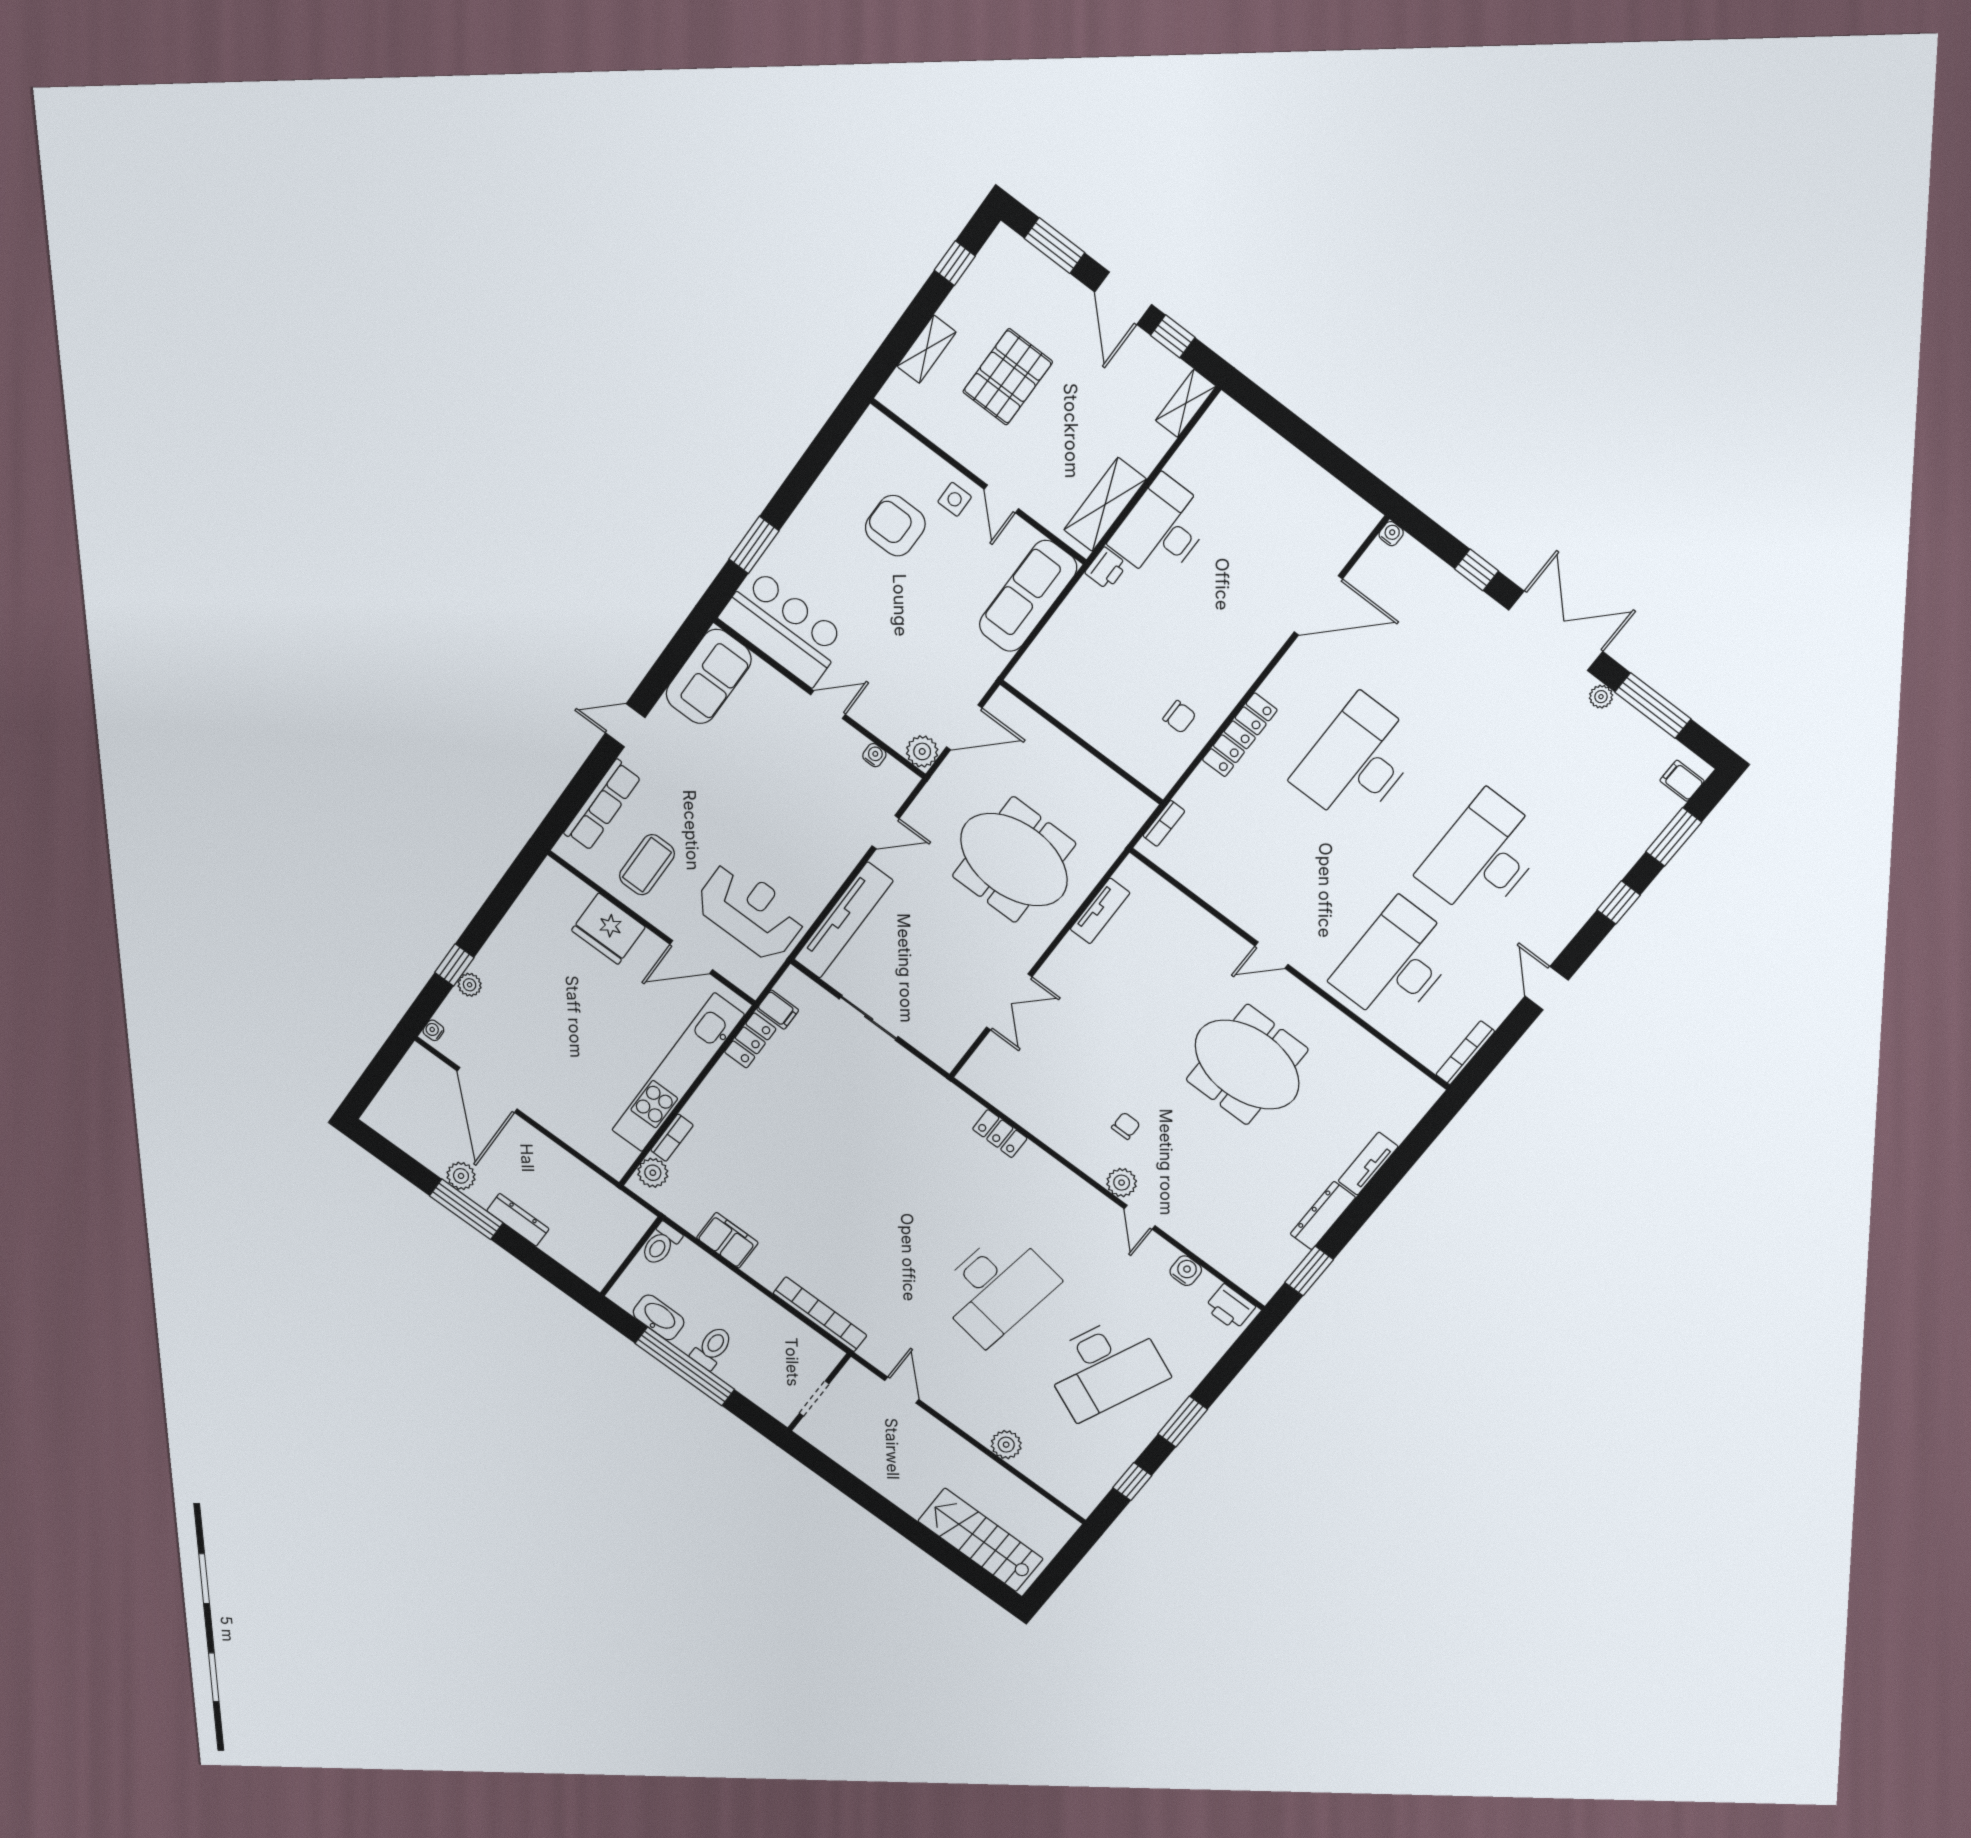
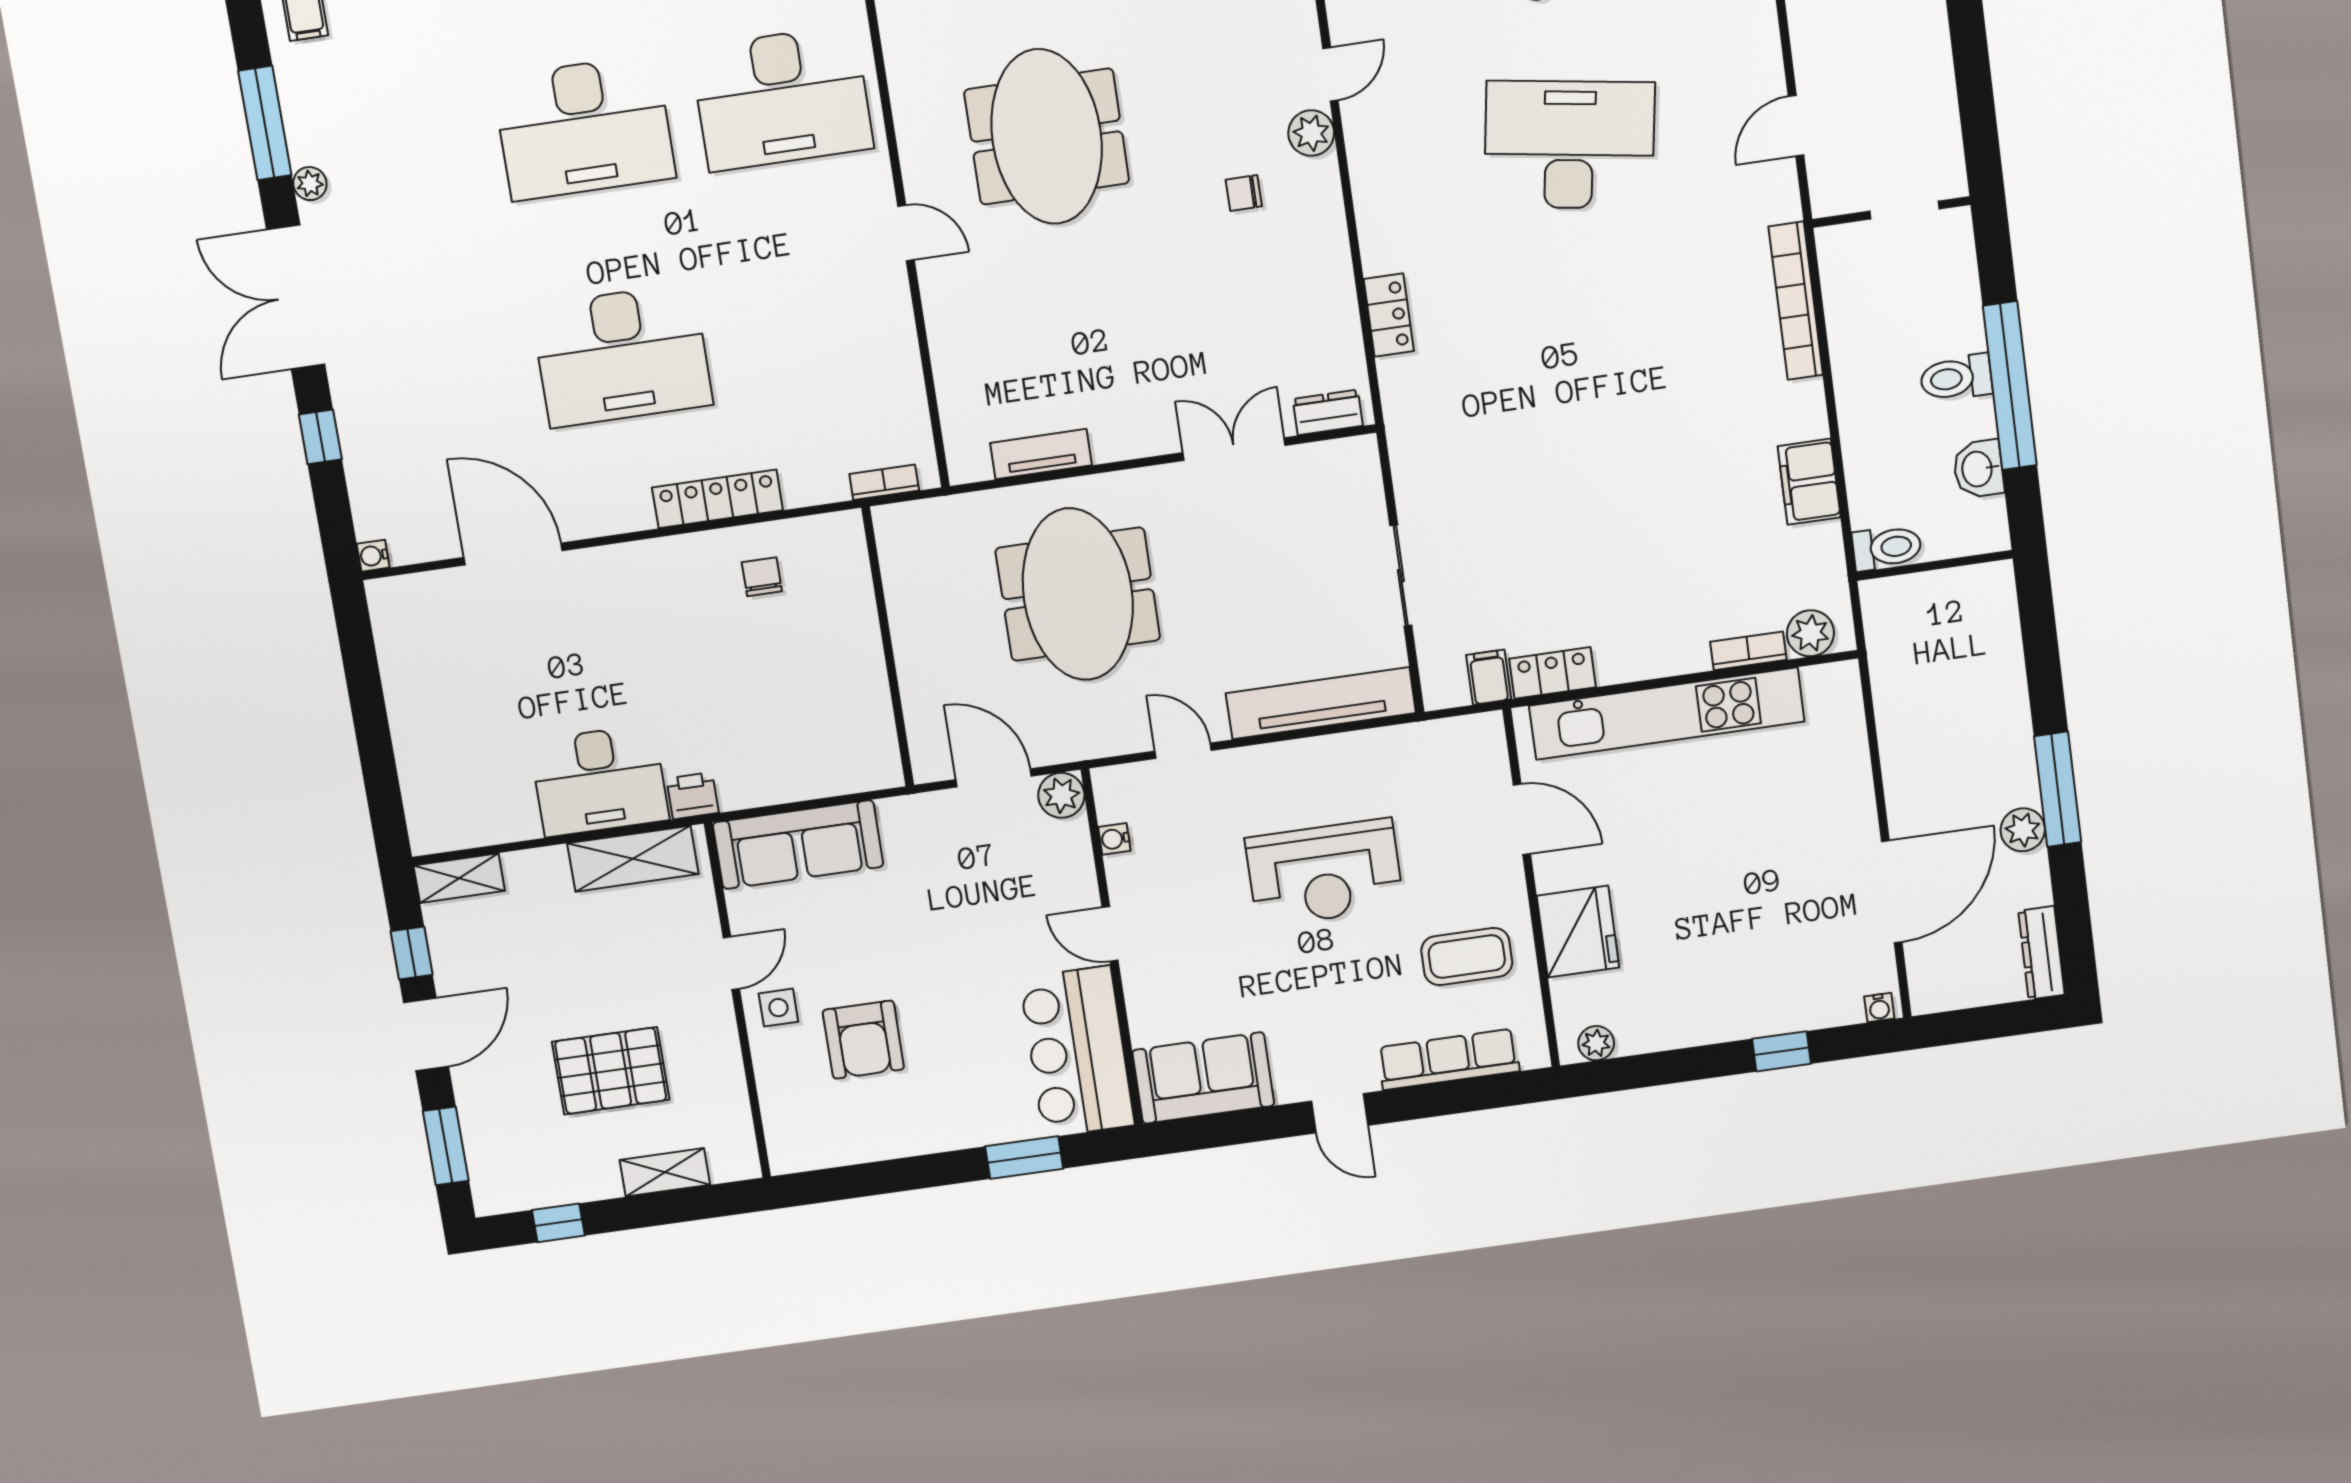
reception desk: (750, 911) -> (1324, 873), moved, turned -90
plant: (470, 985) -> (1596, 1043), moved
dresser: (982, 1062) -> (1328, 412), added
dresser: (518, 1220) -> (2041, 953), moved
washbasin: (659, 1317) -> (1978, 469), width x0.72

